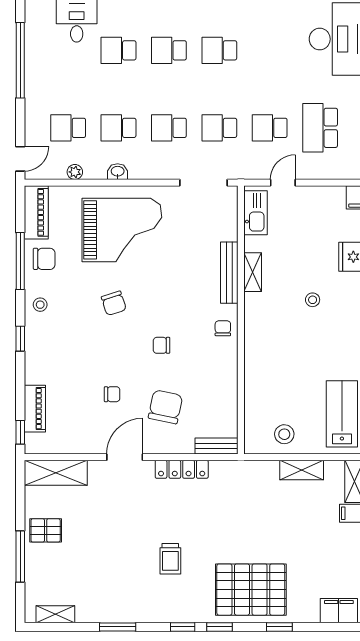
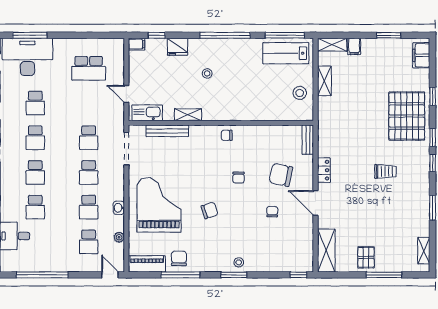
school desk: (270, 128) -> (35, 103), moved
bench: (229, 273) -> (167, 131), moved
stool: (40, 305) -> (239, 262), moved
window: (20, 339) -> (234, 275), width x1.50
piano: (35, 409) -> (282, 265), removed
locker: (182, 469) -> (324, 170), width x0.66

